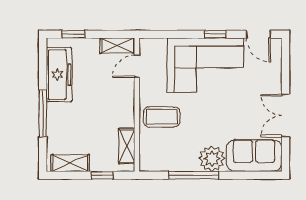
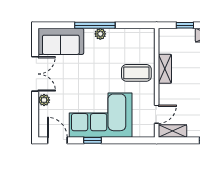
plant: (275, 84) -> (44, 100), added
shelving: (127, 146) -> (165, 69), moved
plant: (212, 159) -> (100, 34), width x0.53, depth x0.53
window: (193, 175) -> (95, 25), moved

